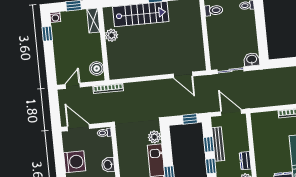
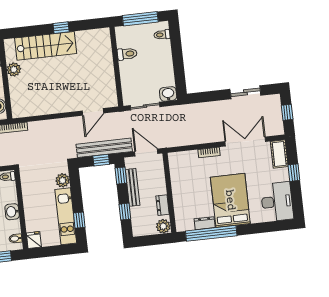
toilet: (214, 10) -> (127, 54), moved
door: (183, 75) -> (93, 112), hinge flipped
bench: (193, 108) -> (104, 148), added
window: (209, 144) -> (121, 176), moved

